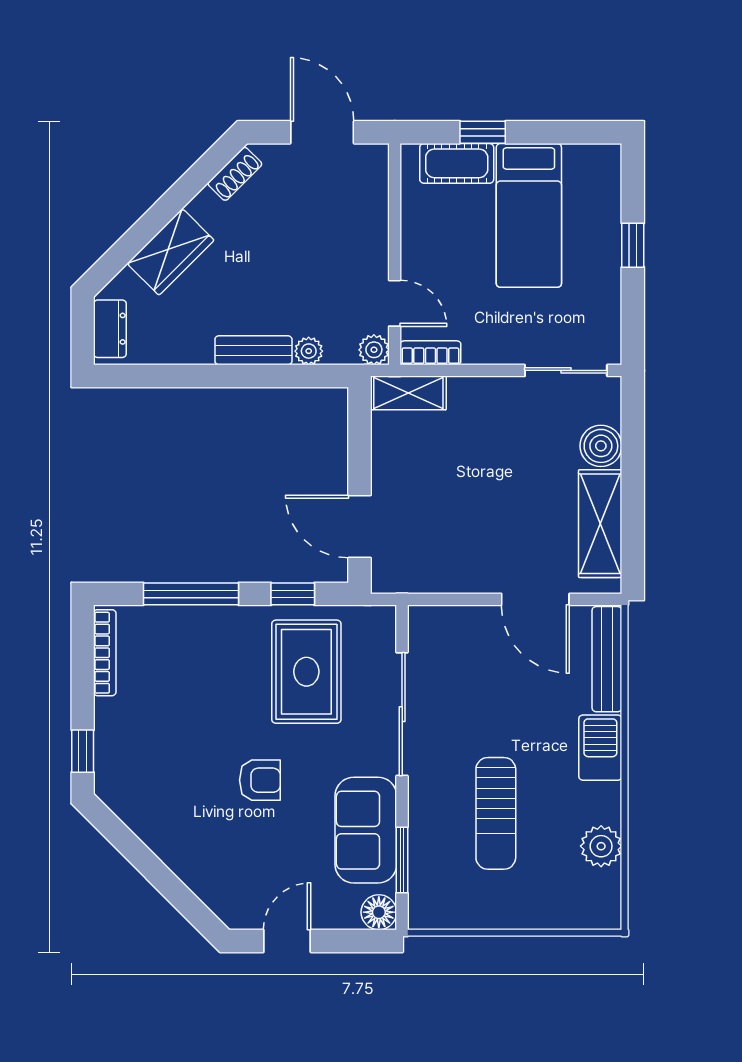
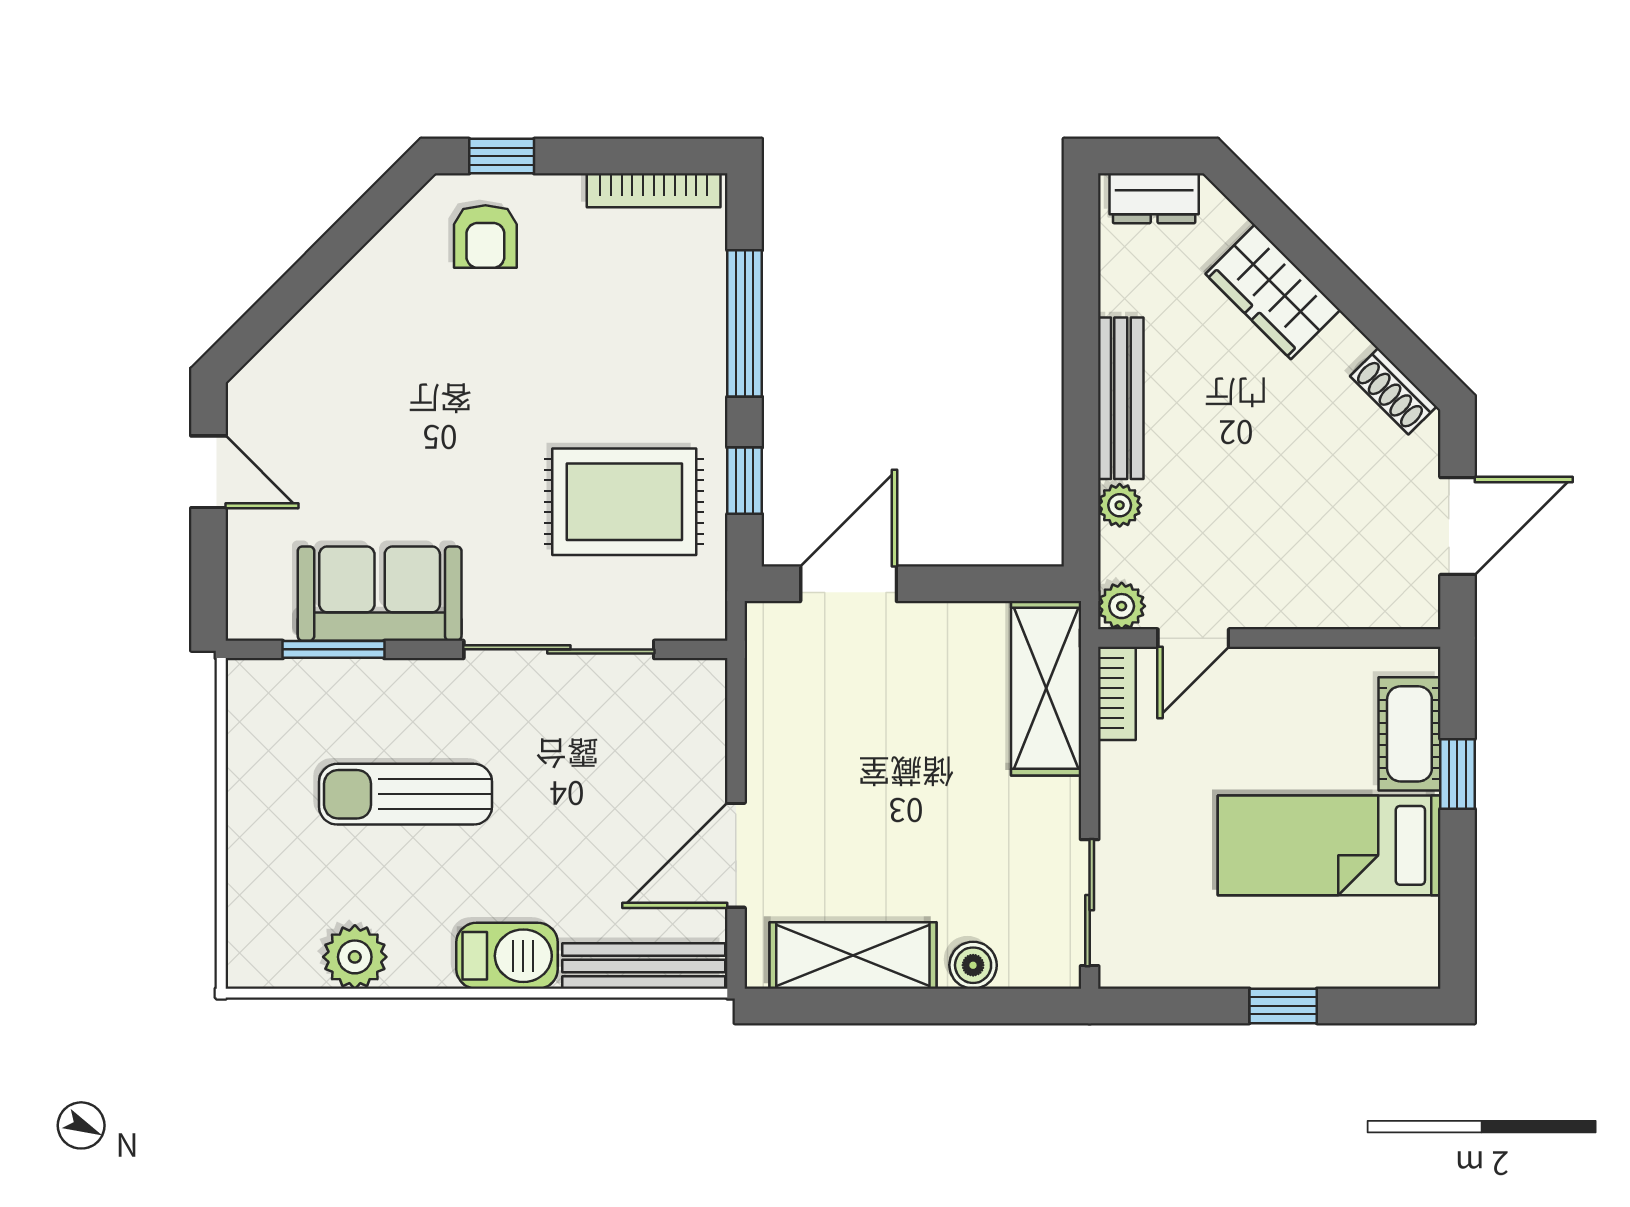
bench: (253, 350) -> (1121, 398), width x1.36
shelving: (408, 393) -> (1046, 688), width x1.50, depth x1.33
boiler: (601, 446) -> (973, 965), width x0.73, depth x0.73
armchair: (260, 780) -> (485, 237), moved
floor lamp: (379, 912) -> (253, 614), removed

